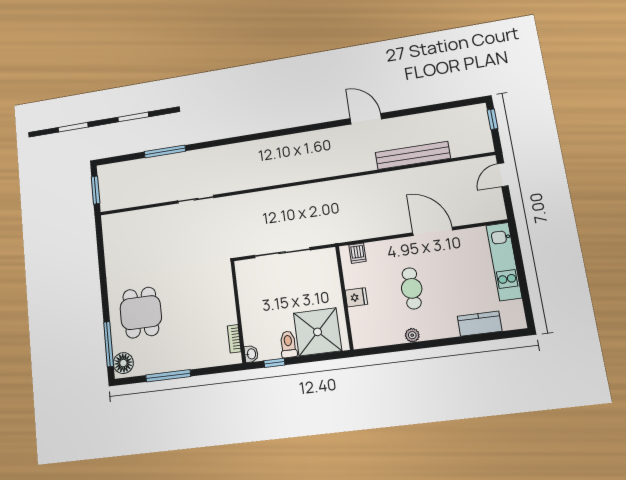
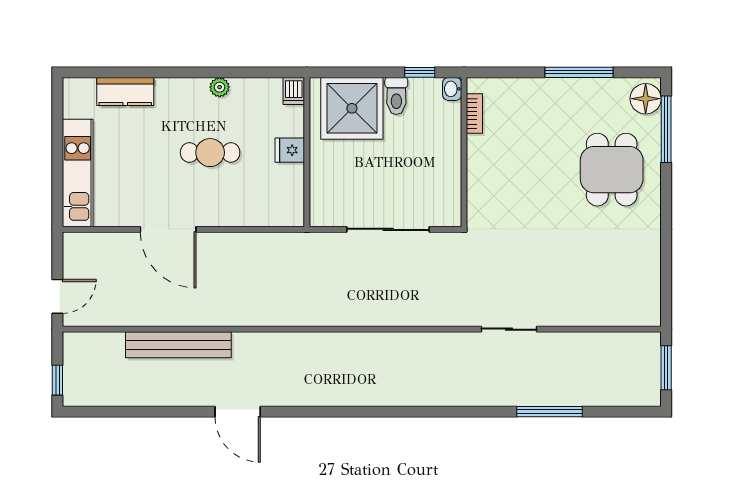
dishwasher: (358, 253) -> (294, 91), moved, turned 180
cafe table: (412, 288) -> (210, 153), turned 90

